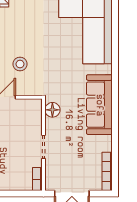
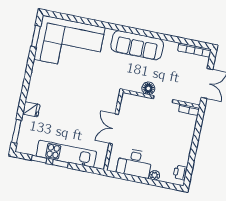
stool: (20, 64) -> (90, 105), removed
floor lamp: (52, 110) -> (148, 88), moved

